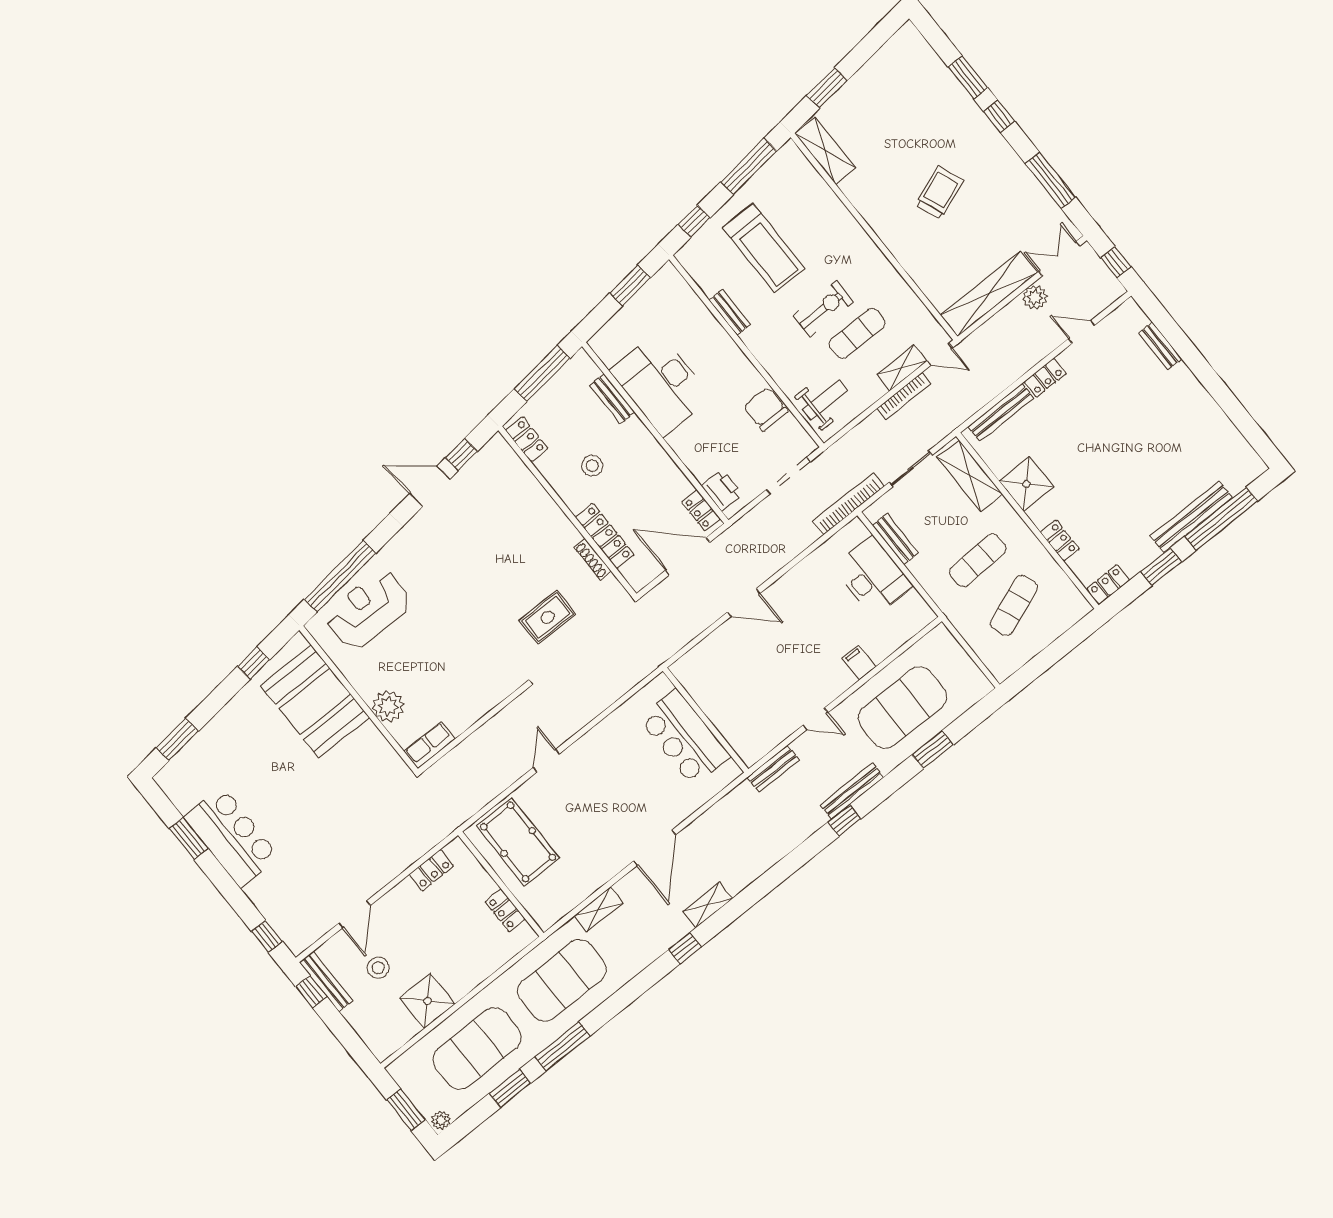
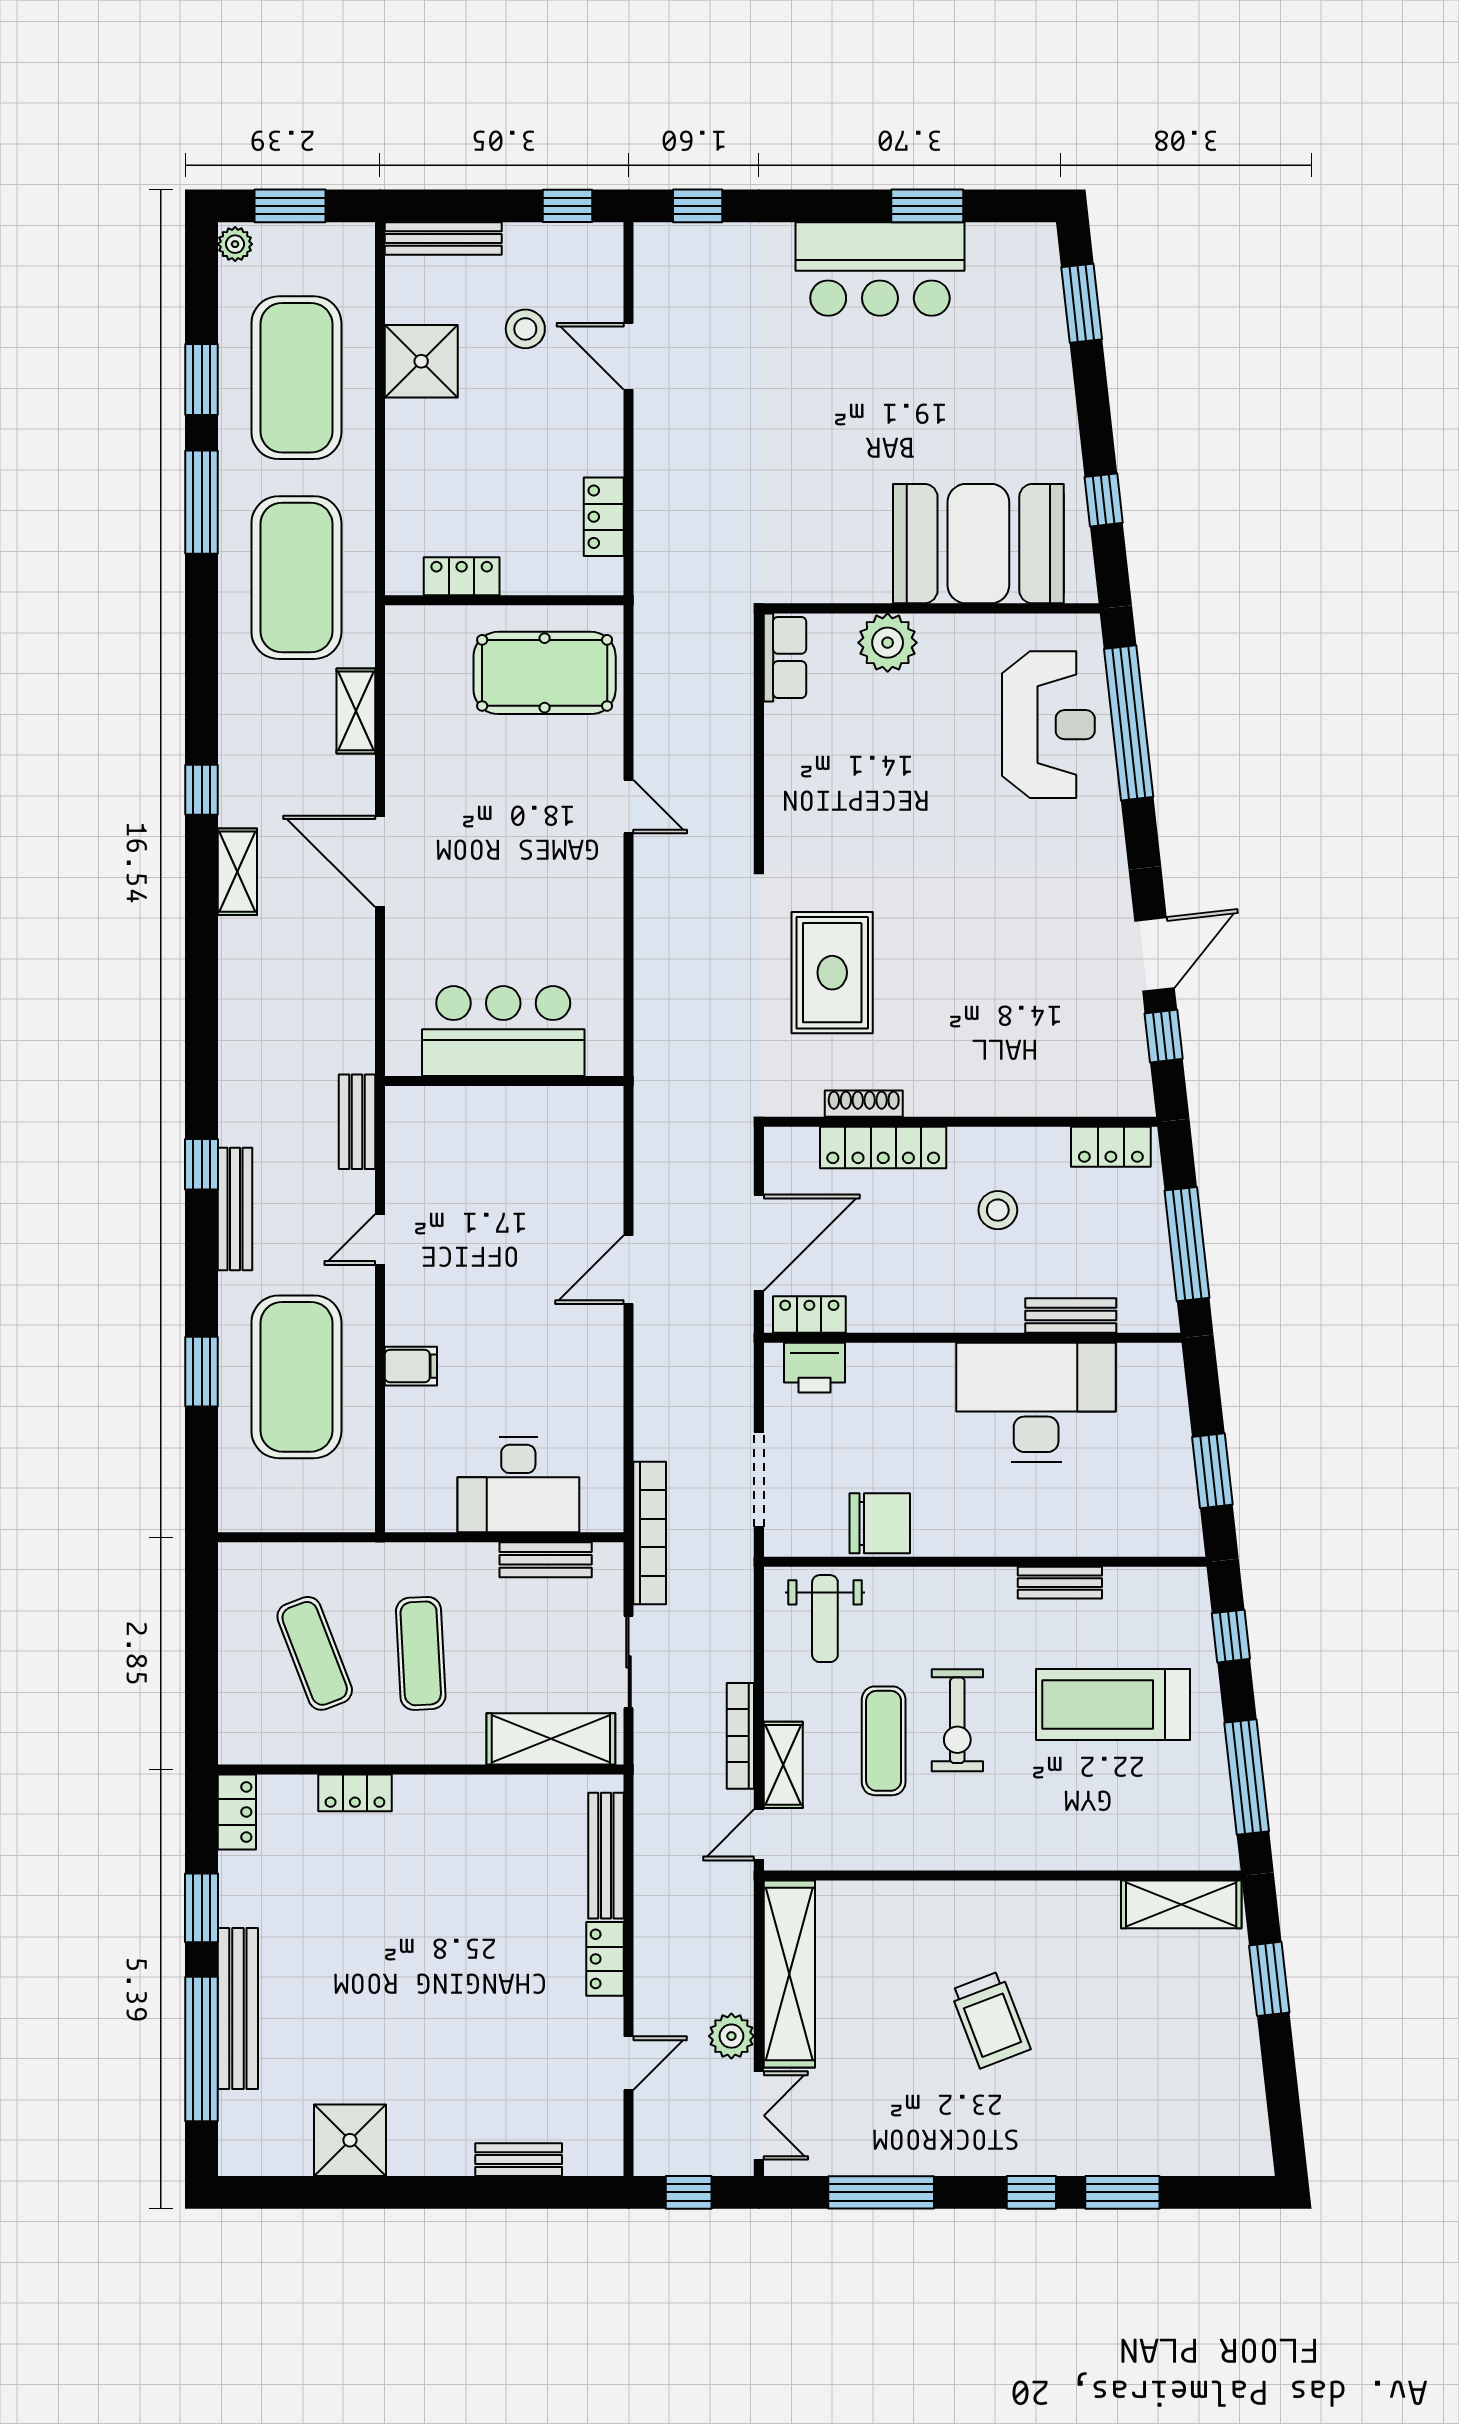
shower: (1026, 484) -> (350, 2140), moved
rug: (548, 617) -> (832, 973), width x1.36, depth x1.43
bench: (326, 981) -> (443, 238), moved

